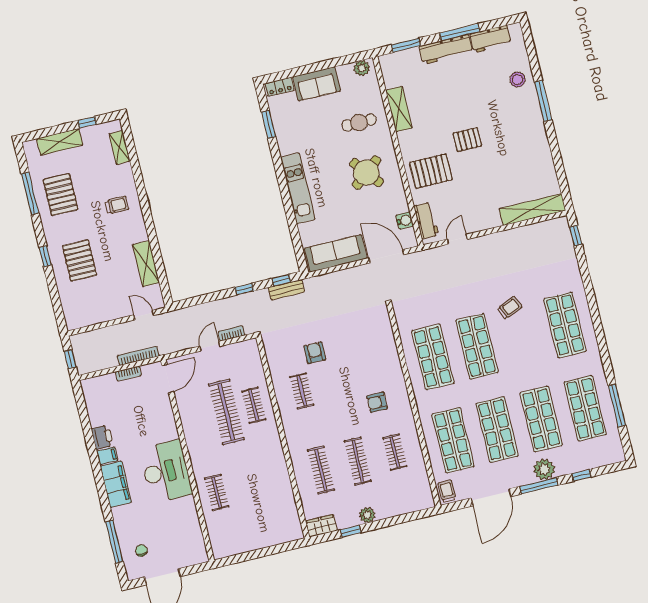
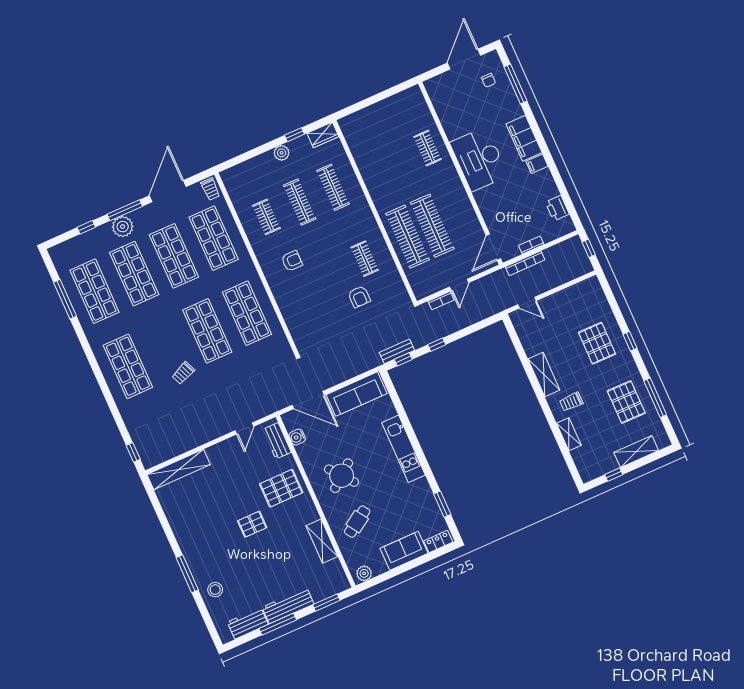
cafe table: (359, 123) -> (357, 522), turned -33
shelving: (120, 147) -> (569, 434), moved
shelving: (146, 264) -> (544, 375), moved
clothes rail: (254, 405) -> (408, 237), width x1.86, depth x1.31
printer: (102, 437) -> (557, 208), moved

